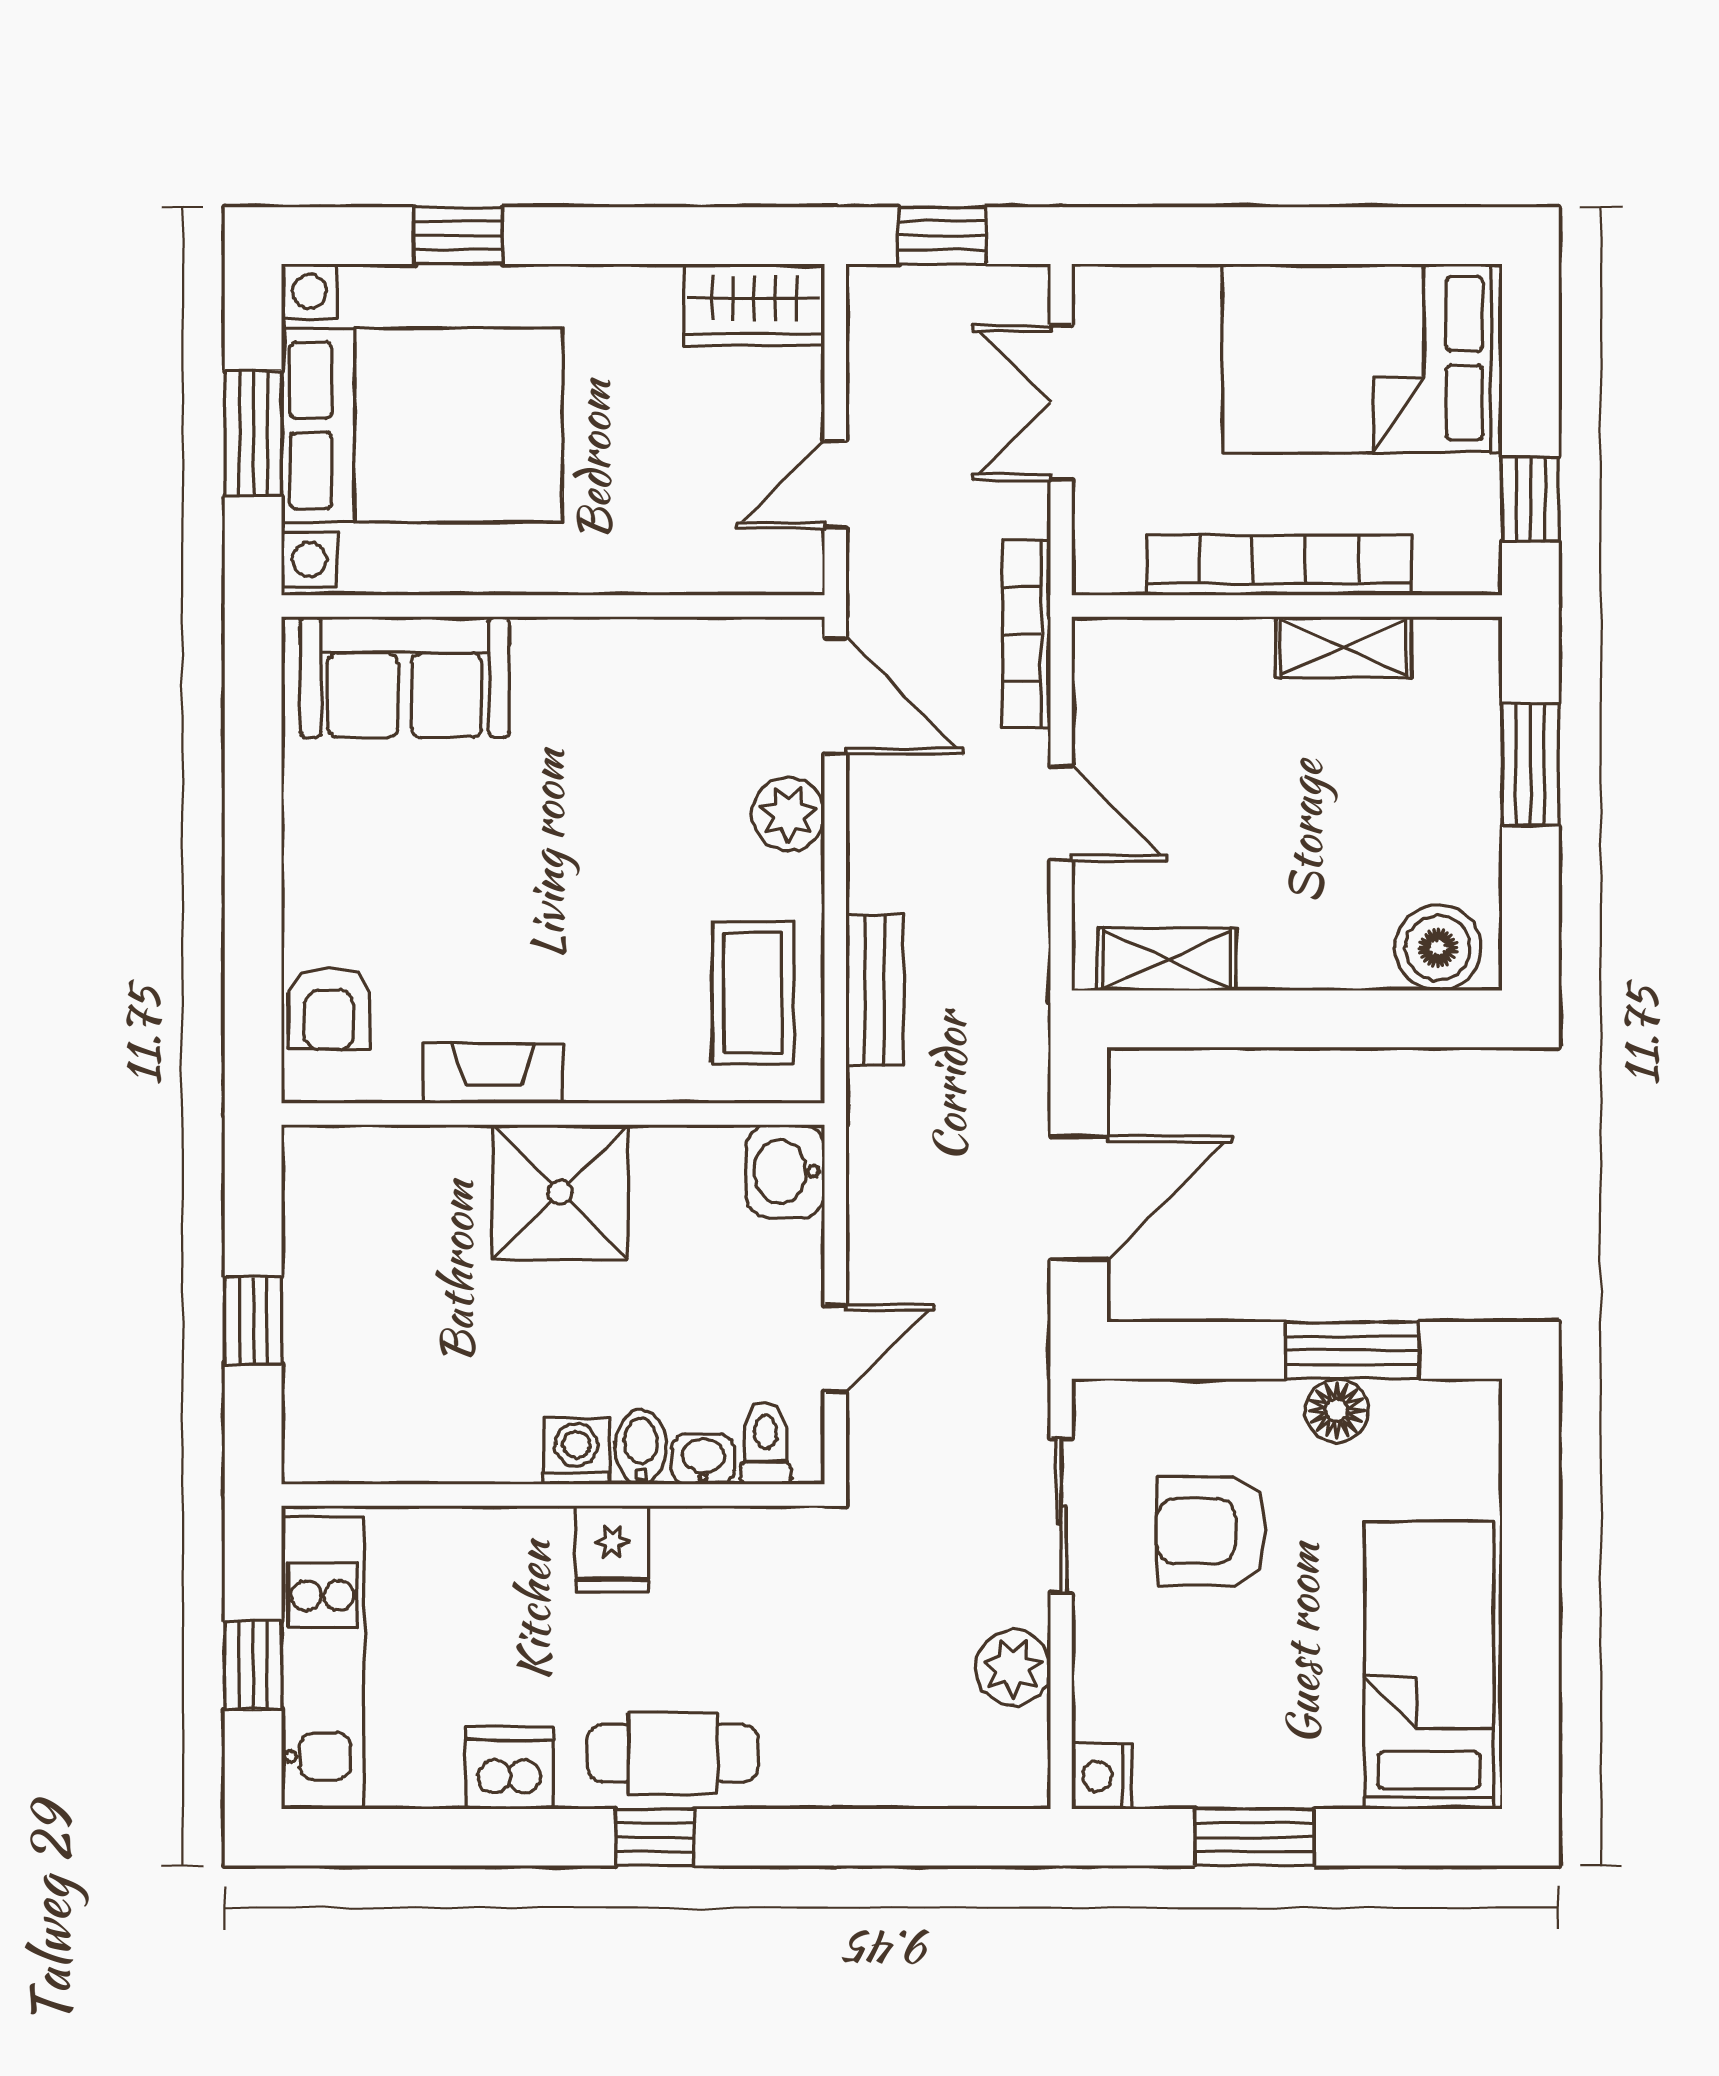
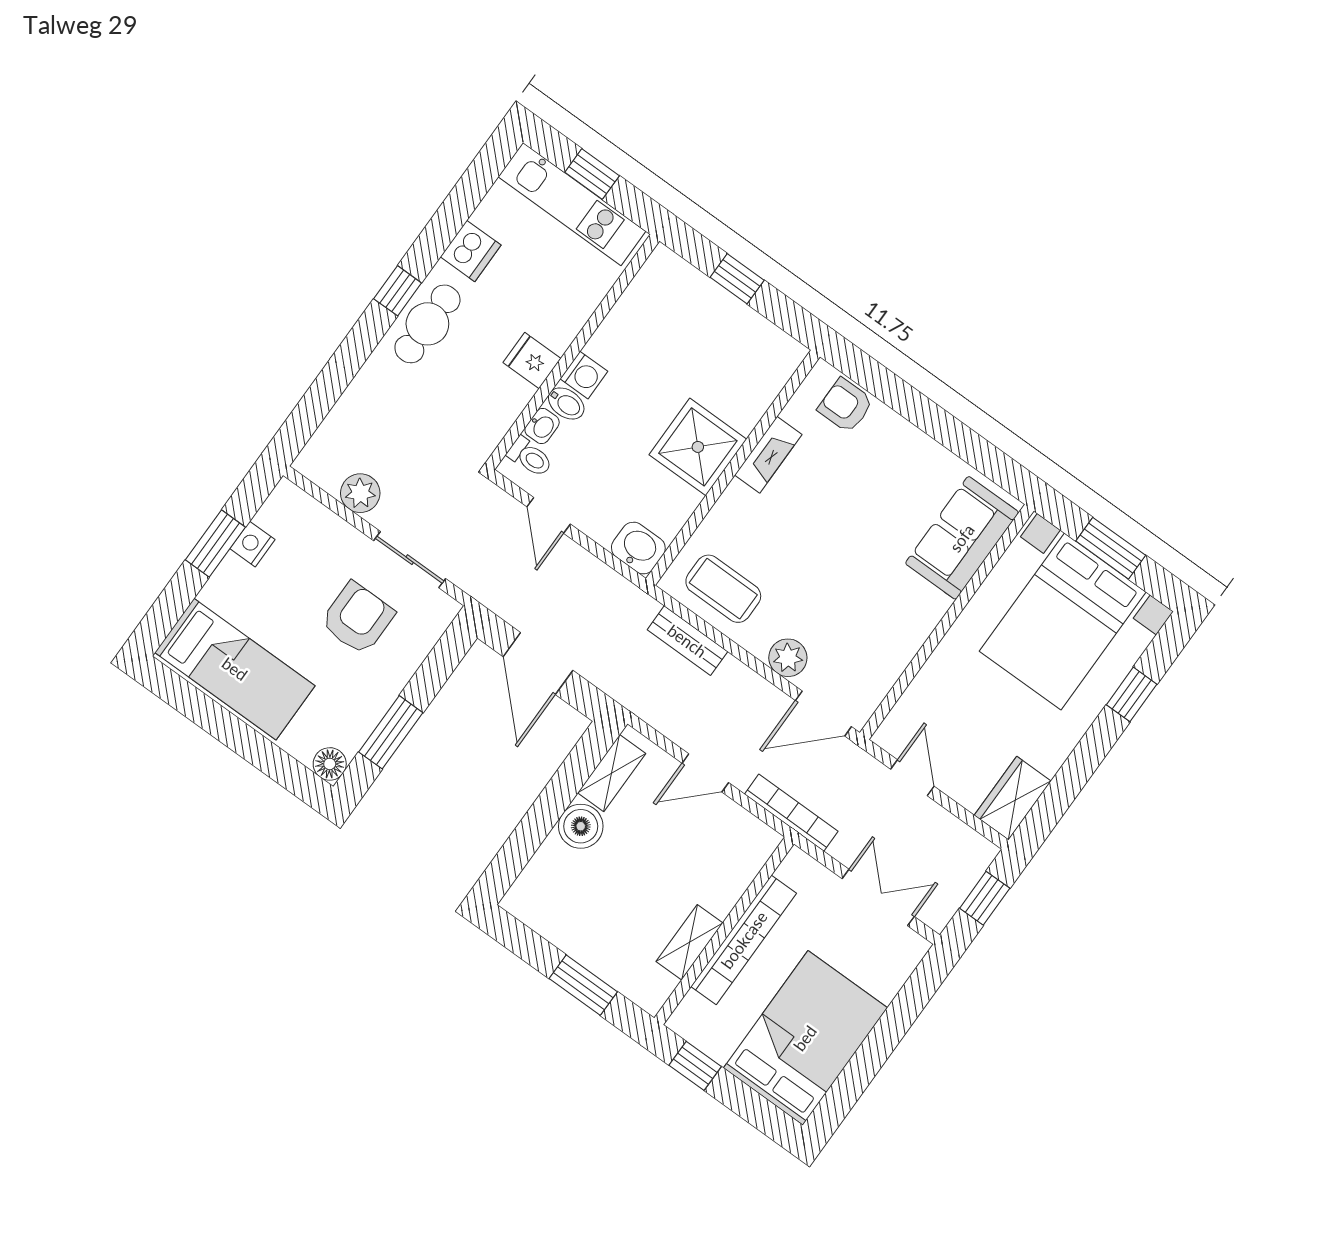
boiler: (1438, 948) -> (581, 826), moved
floor lamp: (1337, 1410) -> (330, 764), moved
nightstand: (1102, 1776) -> (252, 544), moved, turned -90

